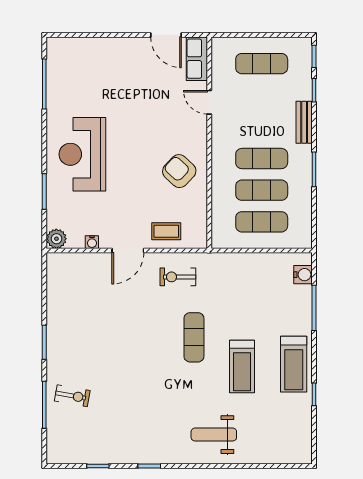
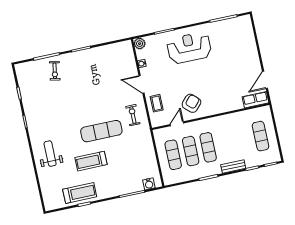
door: (209, 102) -> (177, 124), moved
exercise mat: (194, 337) -> (101, 131), width x1.36, depth x1.45
treadmill: (294, 364) -> (80, 193), moved, turned 180

